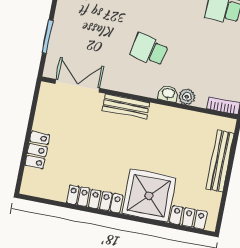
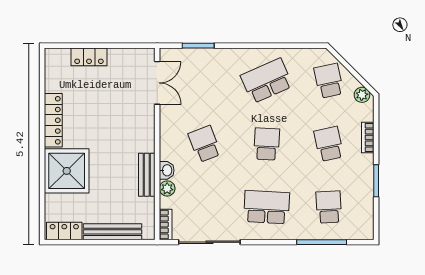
school desk: (149, 50) -> (205, 144), turned -33
bench: (126, 106) -> (147, 175), moved
locker: (188, 217) -> (64, 231), moved, turned -90

